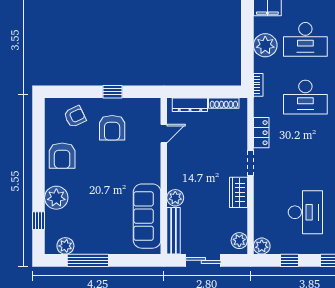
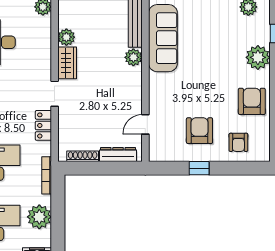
bookcase: (258, 85) -> (47, 175), width x1.56
armchair: (75, 116) -> (238, 142), turned -65
plant: (239, 241) -> (66, 37), moved

